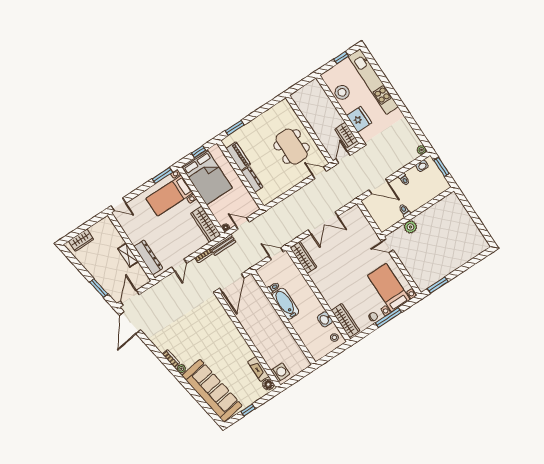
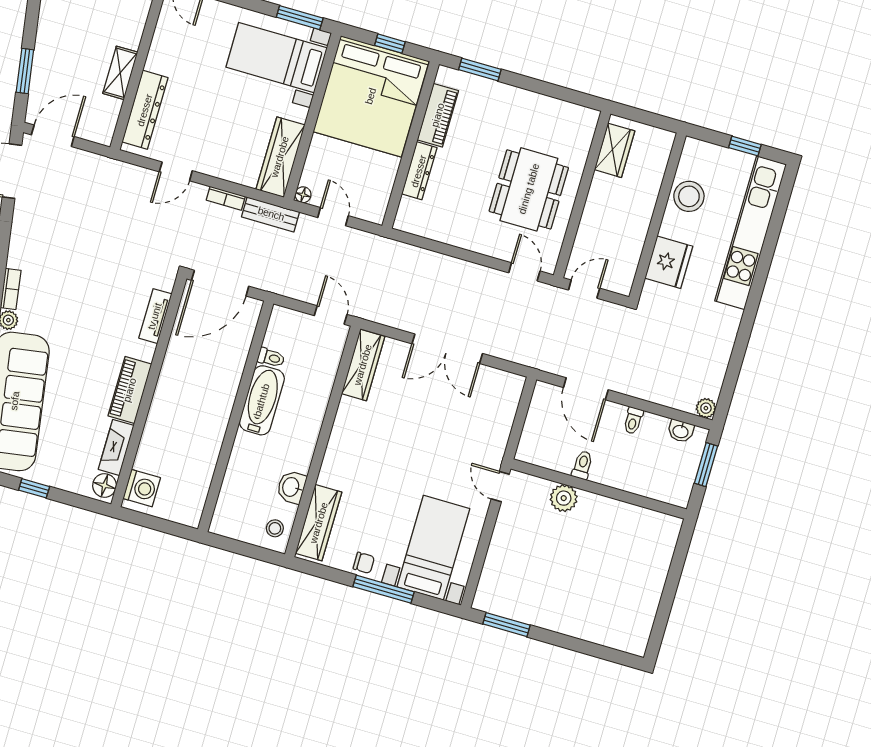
wardrobe: (346, 135) -> (615, 150), moved, turned 180
bed: (207, 177) -> (371, 96), width x1.36
tv unit: (224, 316) -> (155, 316), added
piano: (242, 347) -> (130, 390), added

